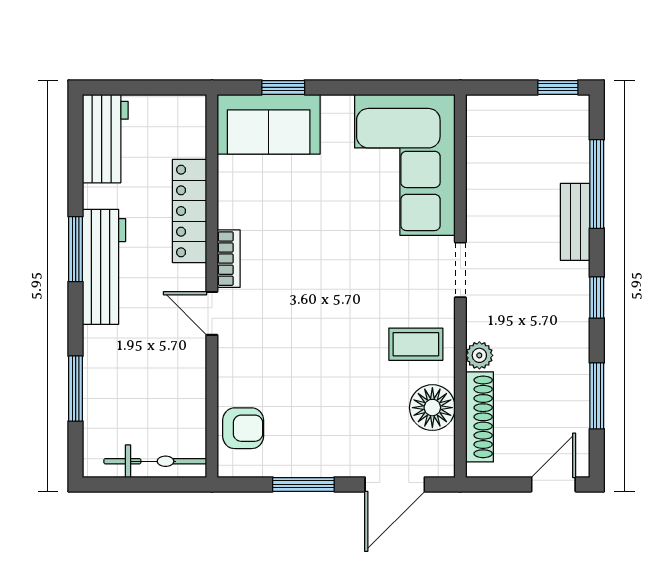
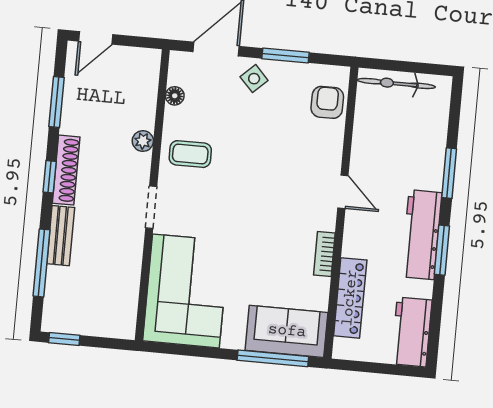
window: (283, 87) -> (273, 358), width x2.17
locker: (190, 211) -> (350, 298), moved
bookcase: (229, 259) -> (324, 254), moved
window: (76, 389) -> (449, 173), moved
floor lamp: (432, 408) -> (175, 96), width x0.53, depth x0.53
shoe rack: (479, 417) -> (66, 170), moved, turned 180
armchair: (243, 428) -> (327, 102), turned 90
side table: (342, 450) -> (254, 79), added

